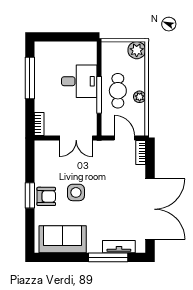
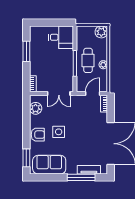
window: (30, 78) -> (26, 51), width x0.69
desk: (79, 81) -> (61, 37), moved
door: (124, 138) -> (93, 94), hinge flipped
plant: (43, 159) -> (36, 108), added
window: (30, 195) -> (26, 158), moved

